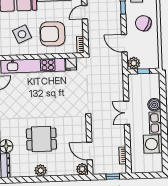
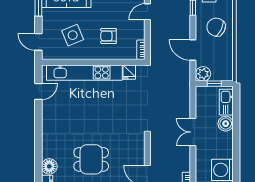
armchair: (52, 34) -> (109, 36), width x0.53, depth x0.53
kitchen sink: (155, 123) -> (226, 102), moved

